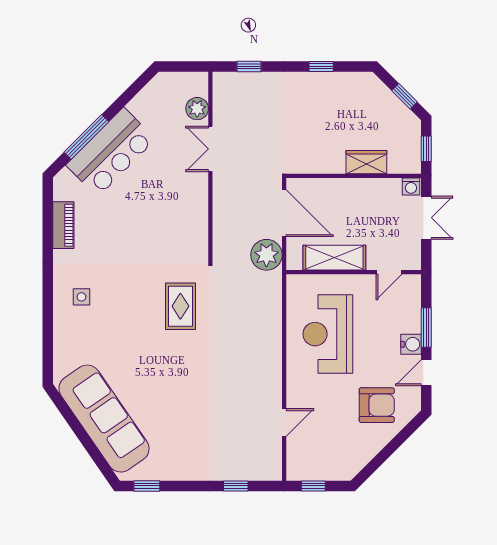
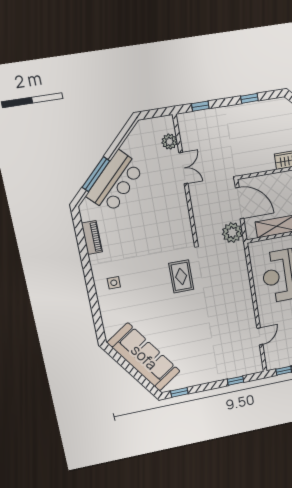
double door: (210, 149) -> (183, 168), swing flipped

